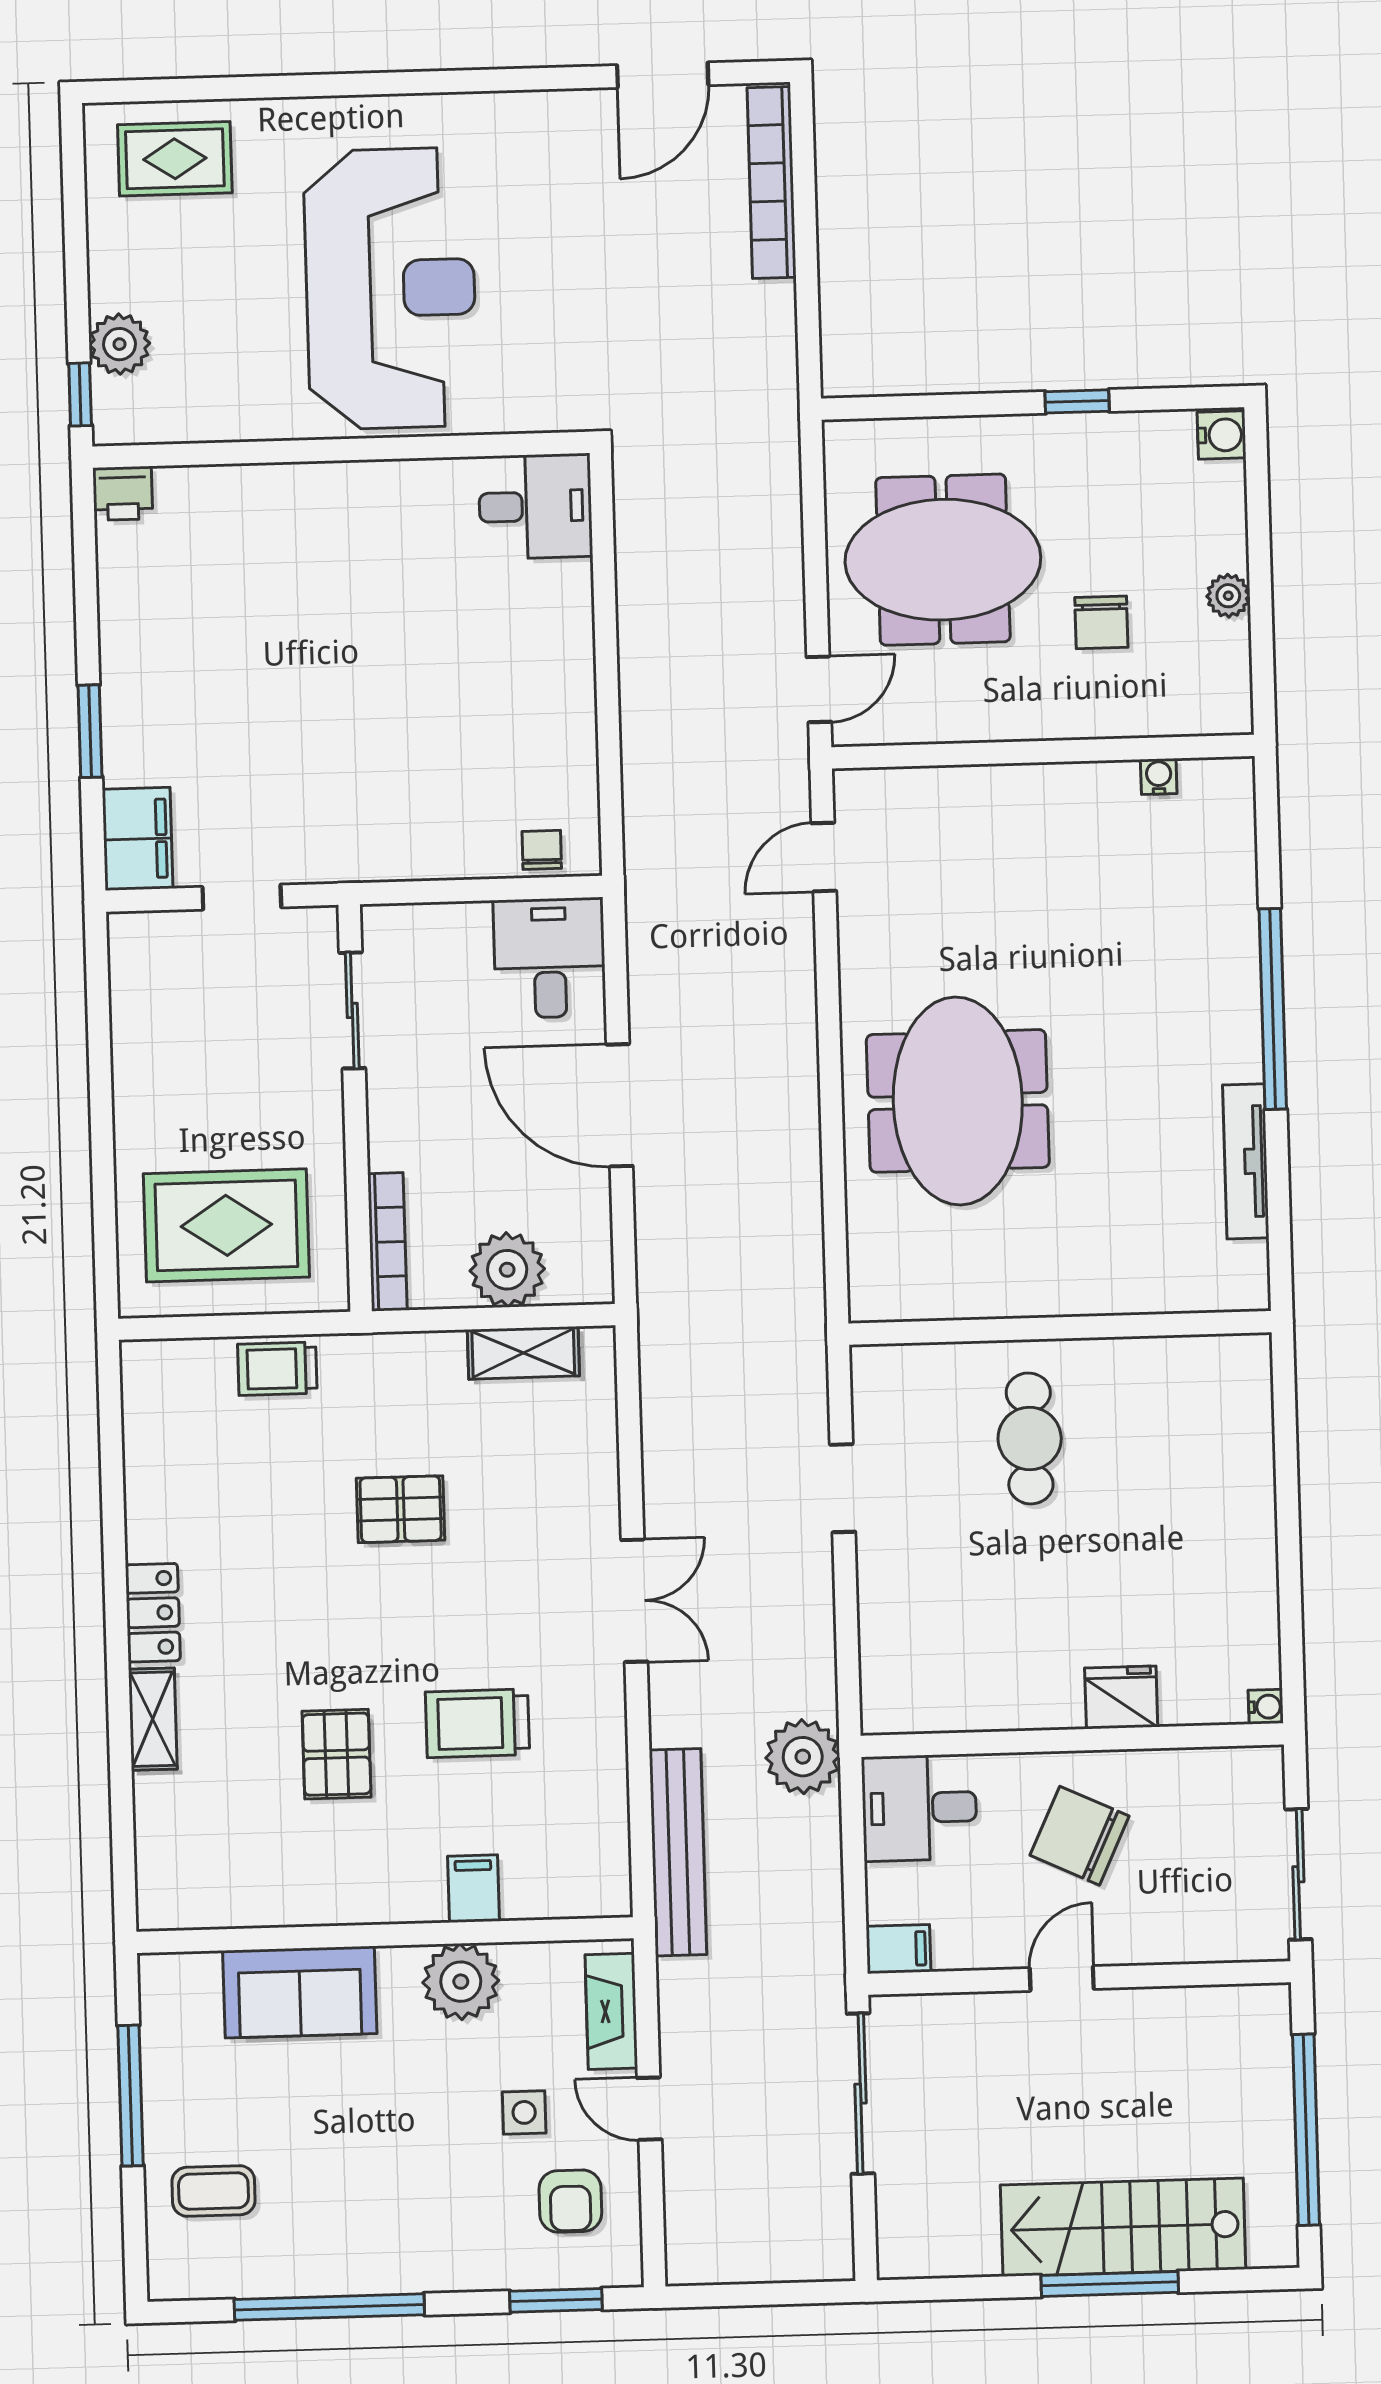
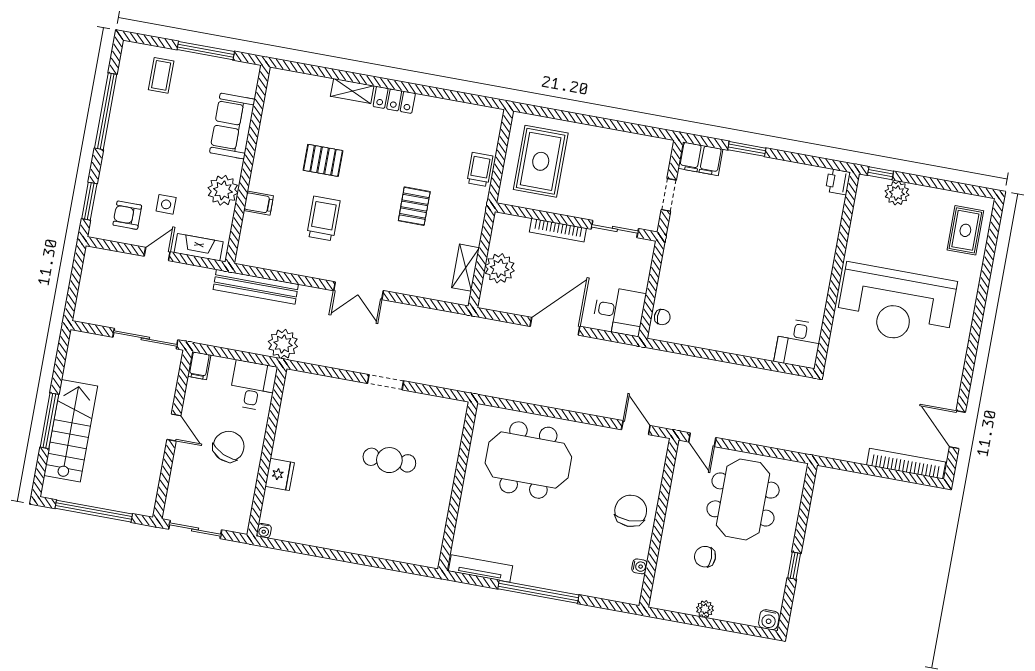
chair: (1028, 827) -> (631, 511), added
bookcase: (387, 1242) -> (558, 230), moved
wall: (1060, 1328) -> (458, 486), moved

